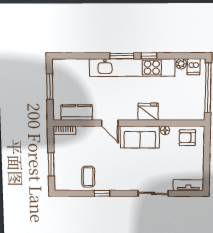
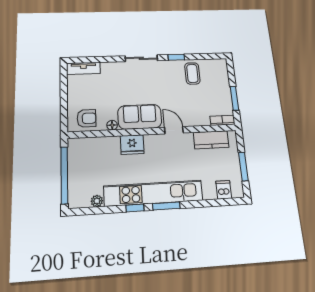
dishwasher: (194, 67) -> (224, 190), moved
window: (51, 164) -> (234, 98), moved
sliding door: (153, 193) -> (141, 58), moved

